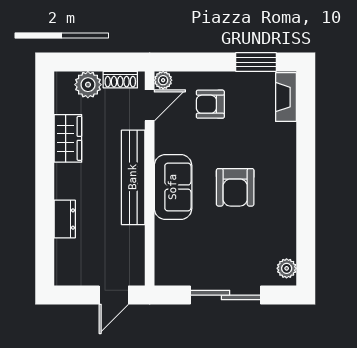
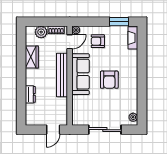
sofa: (173, 187) -> (81, 74), width x1.36

